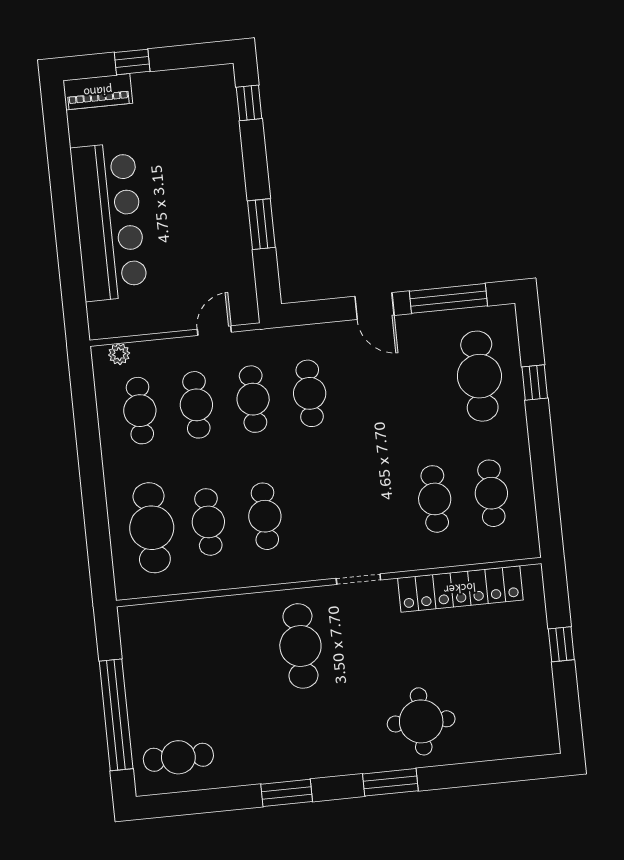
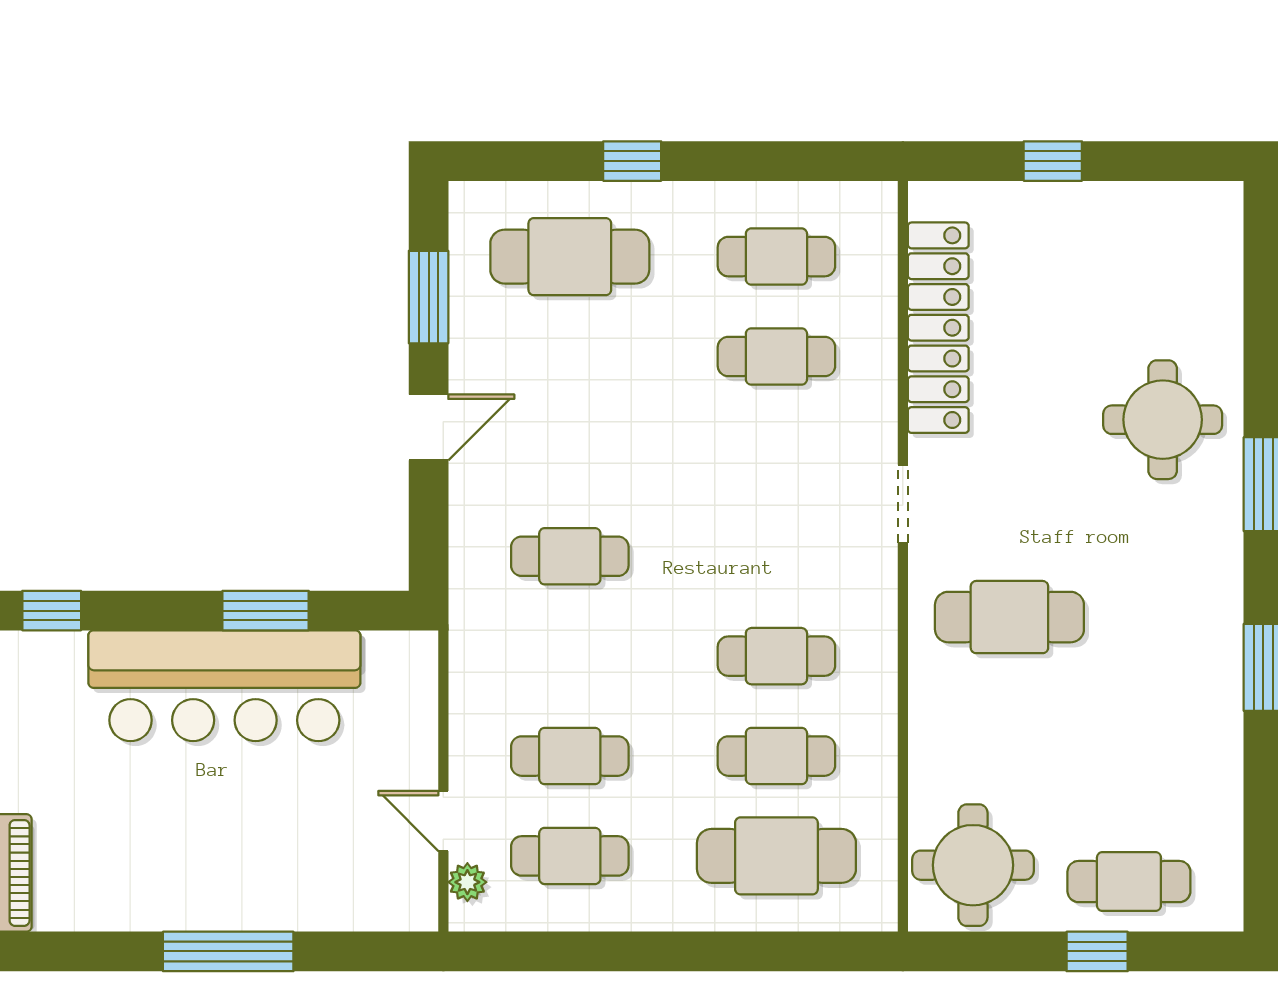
bar counter: (109, 222) -> (224, 686), moved, turned 180
window: (66, 223) -> (228, 951), added
window: (448, 298) -> (429, 297), width x0.69
door: (214, 331) -> (443, 821), moved
window: (535, 382) -> (632, 161), moved
cafe table: (253, 399) -> (570, 656), removed
round table: (158, 640) -> (973, 865), added
window: (116, 715) -> (1097, 951), width x0.32
cafe table: (178, 757) -> (1129, 882), moved, turned 90

